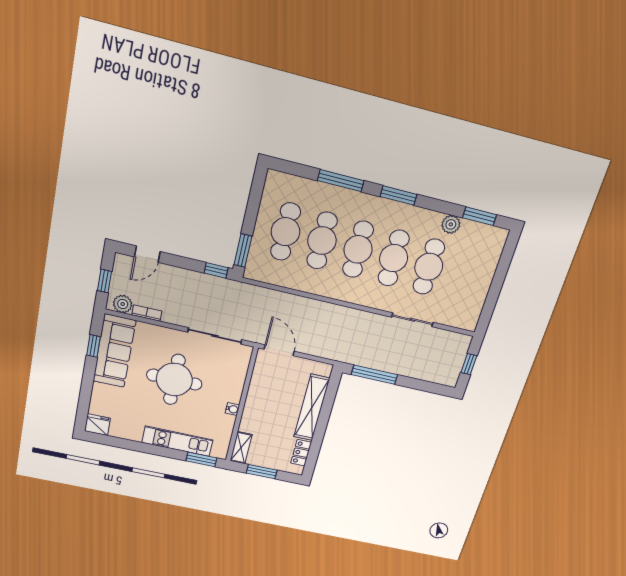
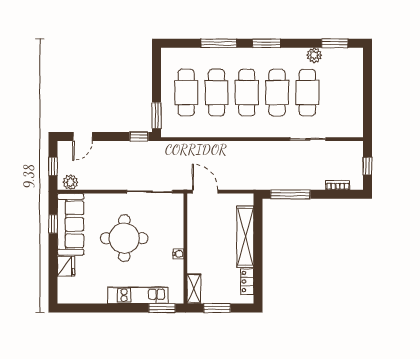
bookcase: (147, 313) -> (338, 185), moved
fridge: (97, 425) -> (66, 266), moved, turned 90

